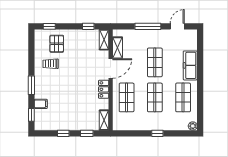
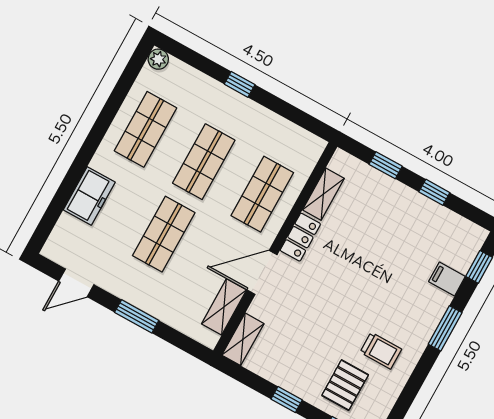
window: (88, 26) -> (287, 400), moved
window: (148, 26) -> (137, 316), width x0.69
freezer: (190, 65) -> (89, 196), width x0.71
shelving: (104, 120) -> (323, 194), moved

